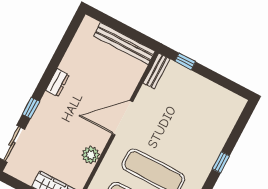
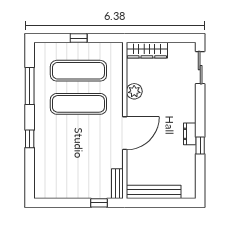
window: (31, 108) -> (200, 146), moved

